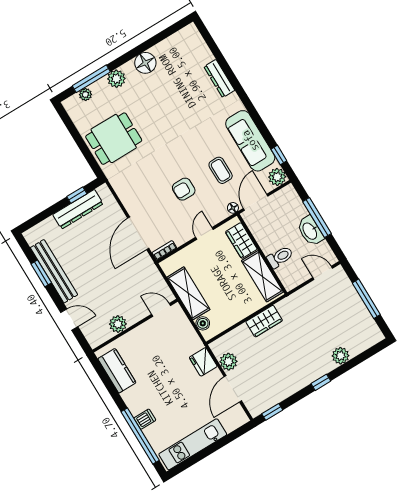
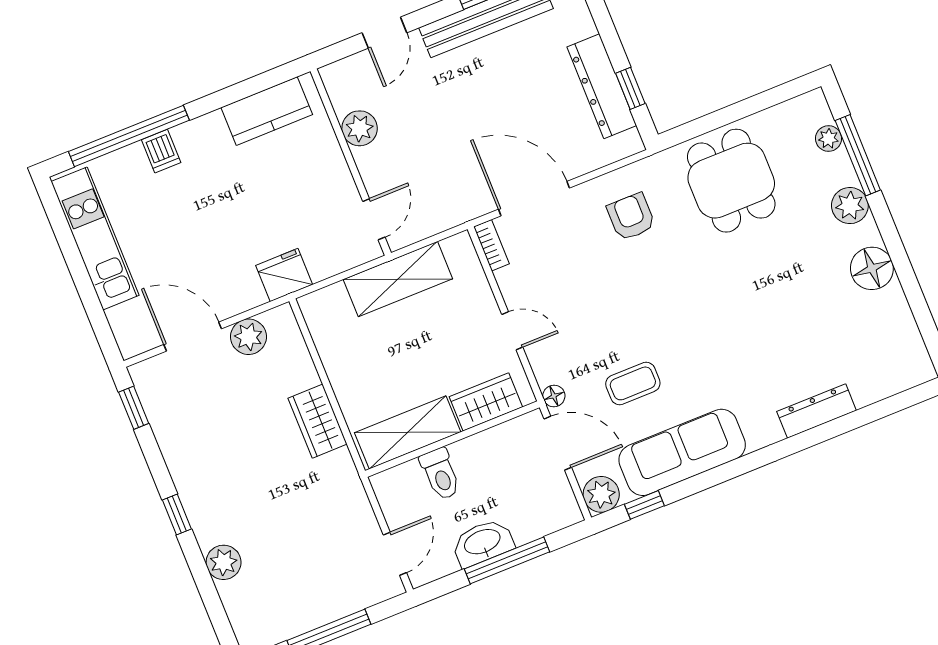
armchair: (184, 189) -> (631, 217), moved
boiler: (203, 323) -> (333, 298), removed
fridge: (203, 362) -> (284, 275), moved

